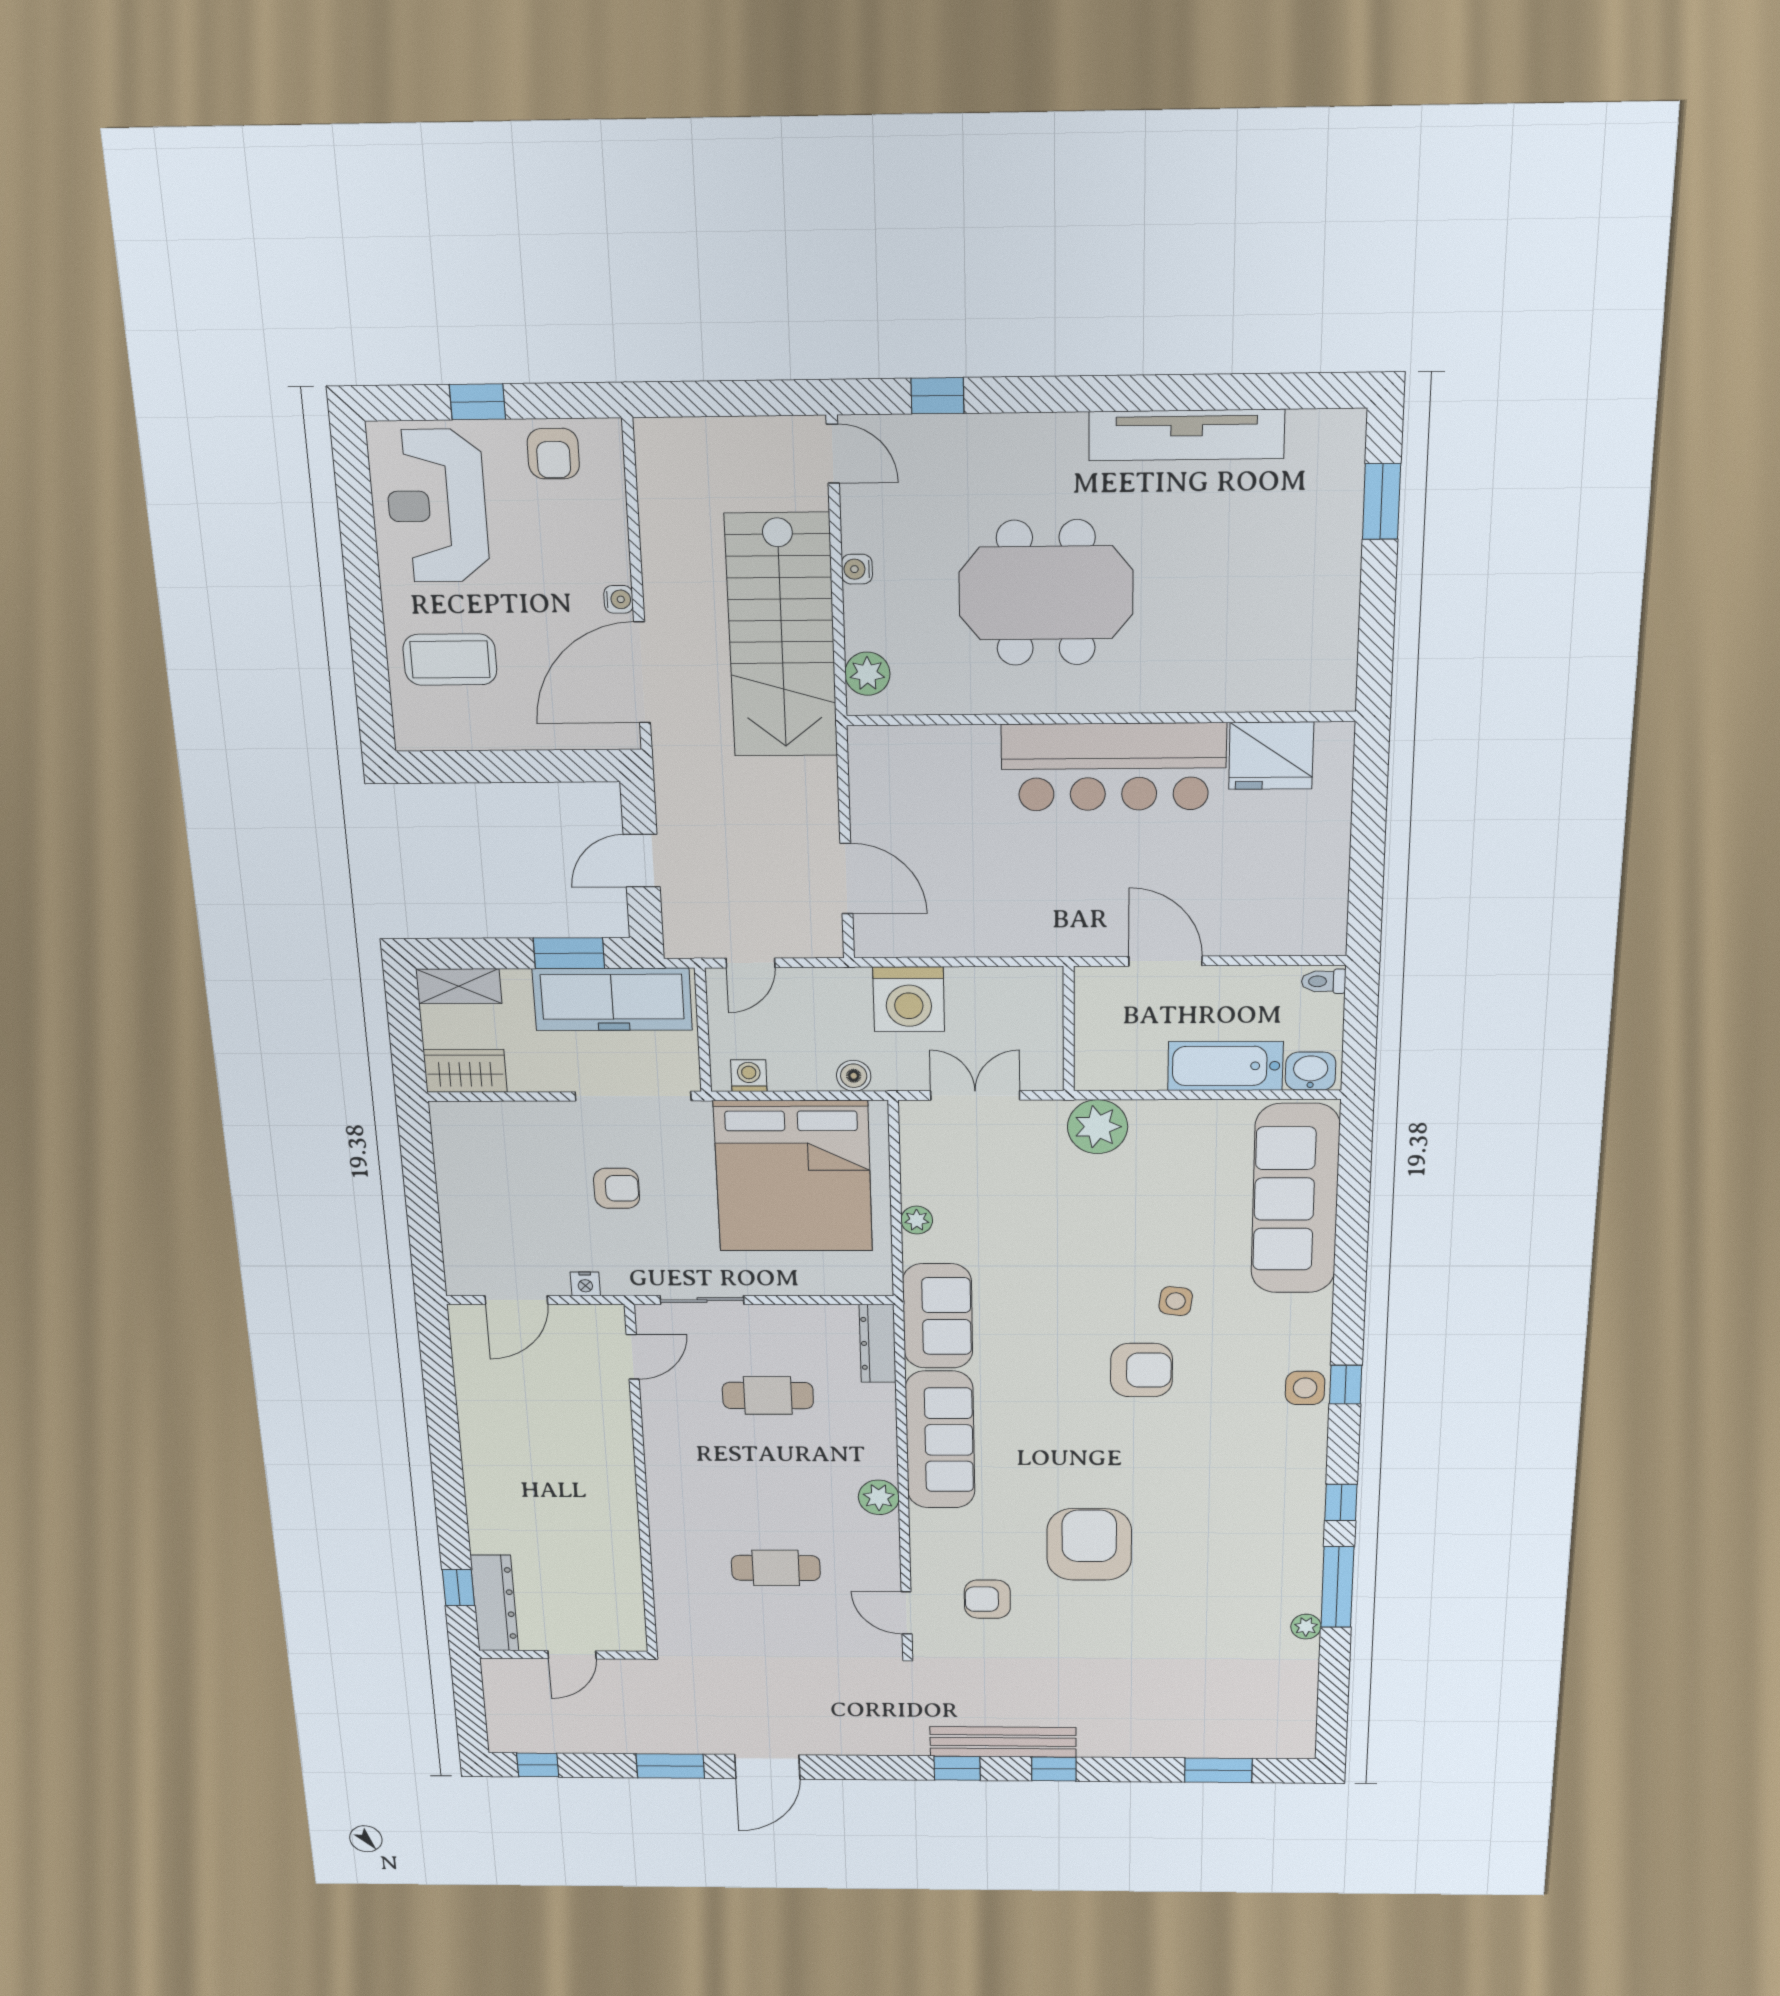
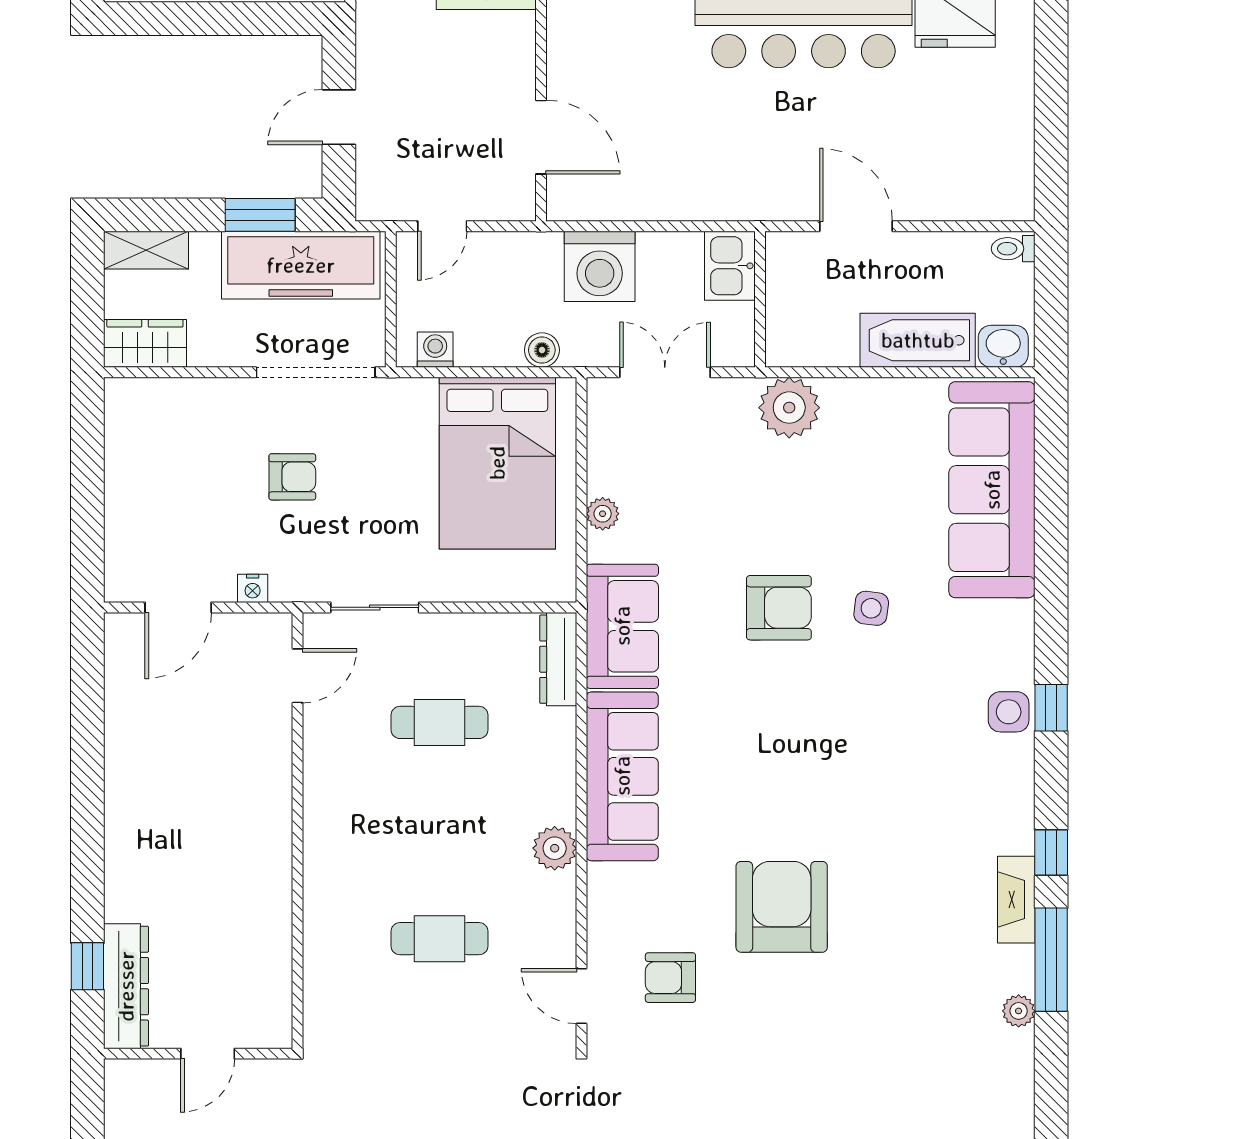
kitchen sink: (1039, 998) -> (730, 266), added
bed: (793, 1176) -> (497, 463), width x0.73
armchair: (1141, 1370) -> (779, 608), moved
fireplace: (1307, 1540) -> (1016, 900), added

